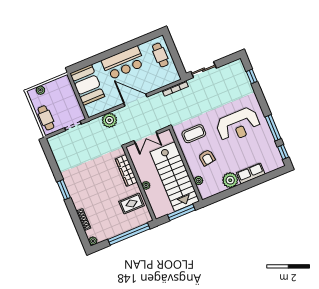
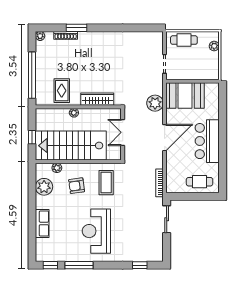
booth: (87, 85) -> (185, 95), moved
plant: (230, 180) -> (44, 187), moved
window: (64, 190) -> (76, 28), moved
window: (181, 212) -> (32, 137), width x0.46

